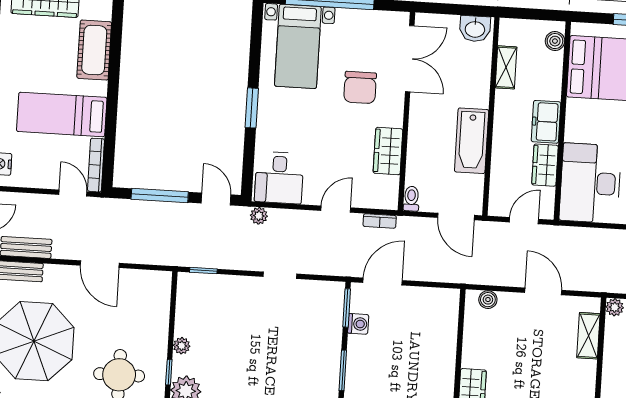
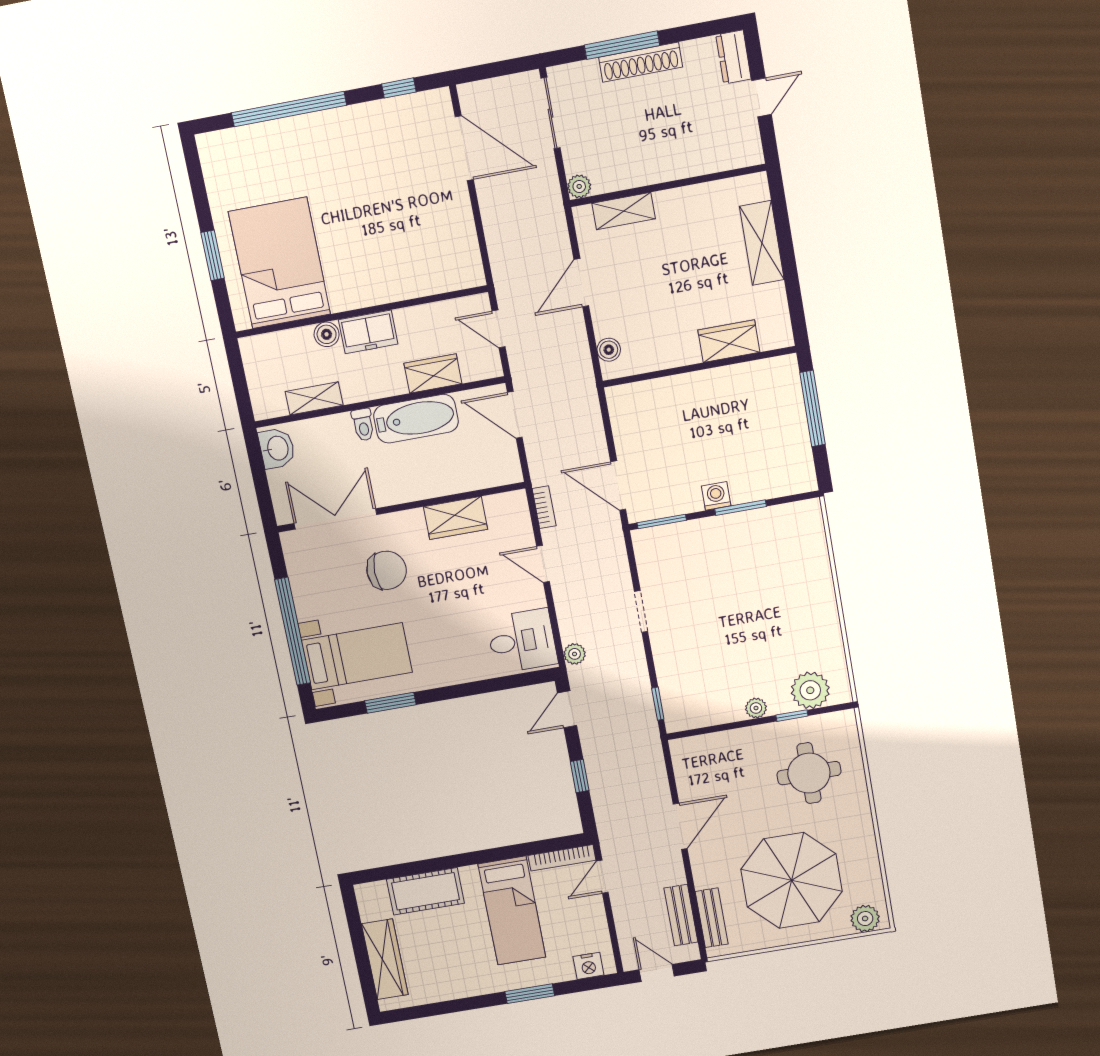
boiler: (555, 41) -> (327, 334), moved
window: (252, 108) -> (390, 703), moved
wardrobe: (545, 165) -> (433, 373), moved, turned 180
desk: (590, 183) -> (430, 257), removed
window: (160, 196) -> (580, 776), width x0.46
toilet: (411, 199) -> (363, 425), moved, turned -90
door: (456, 216) -> (515, 415), swing flipped
washing machine: (358, 324) -> (716, 496), moved

